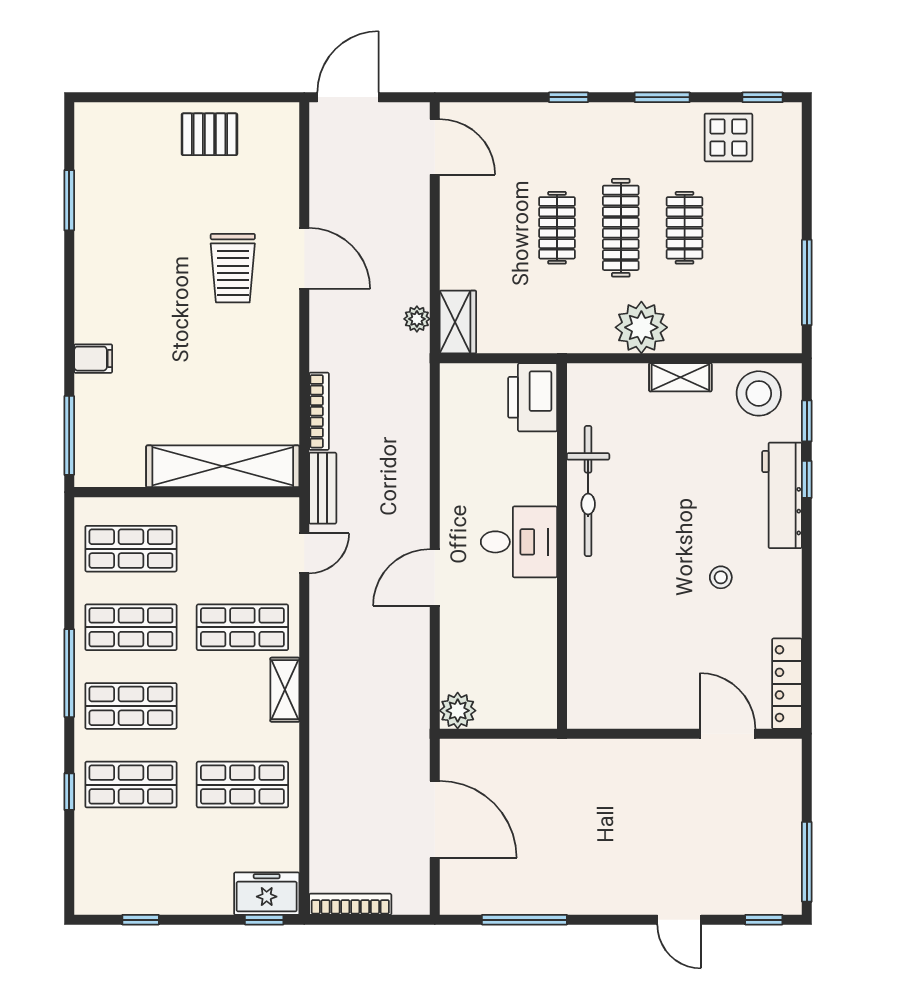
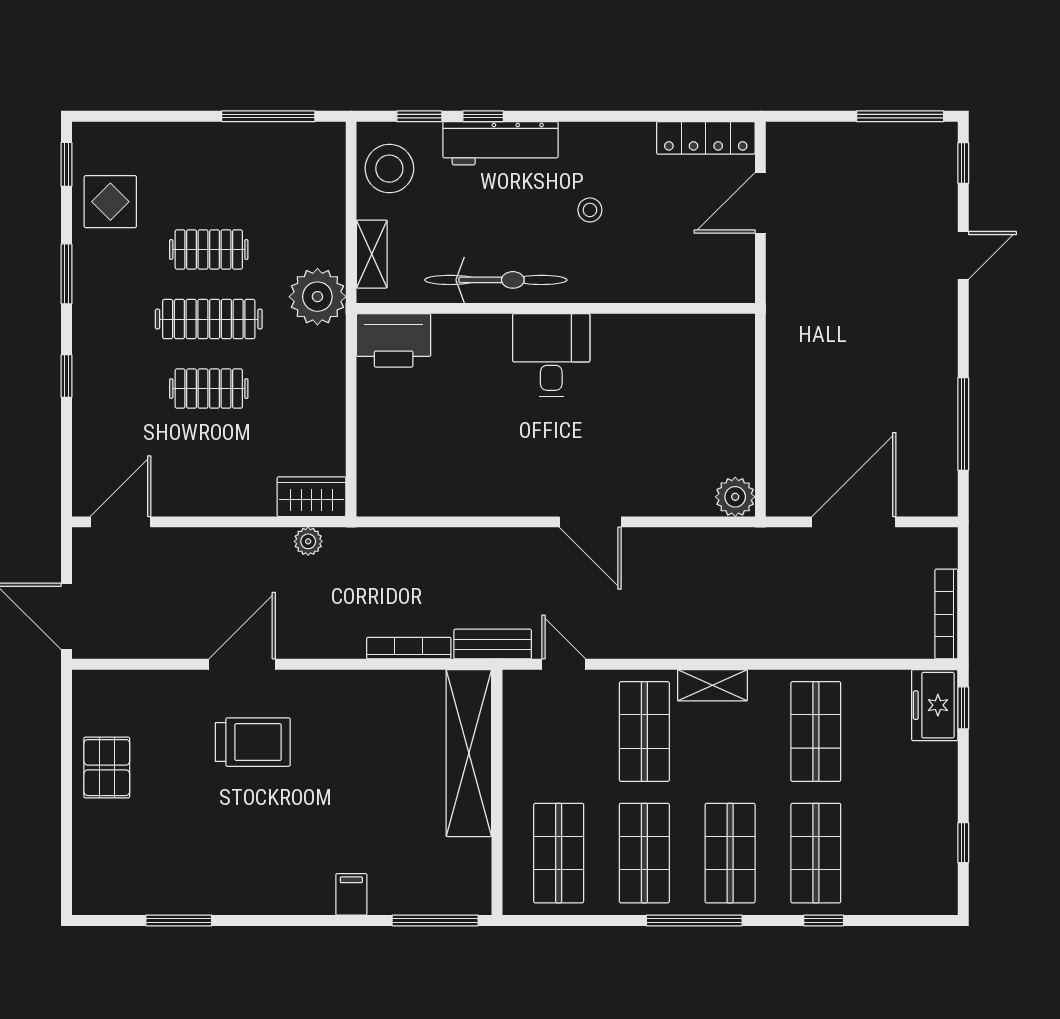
printer: (533, 397) -> (394, 340), moved
bicycle: (588, 491) -> (496, 280), moved
desk: (519, 542) -> (551, 355), moved
wall: (562, 546) -> (556, 308), moved

